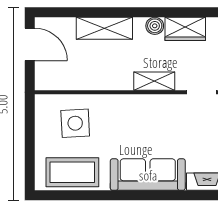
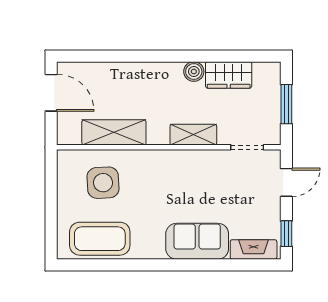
shelving: (104, 28) -> (114, 132), moved
sofa: (148, 175) -> (197, 241), width x0.73

